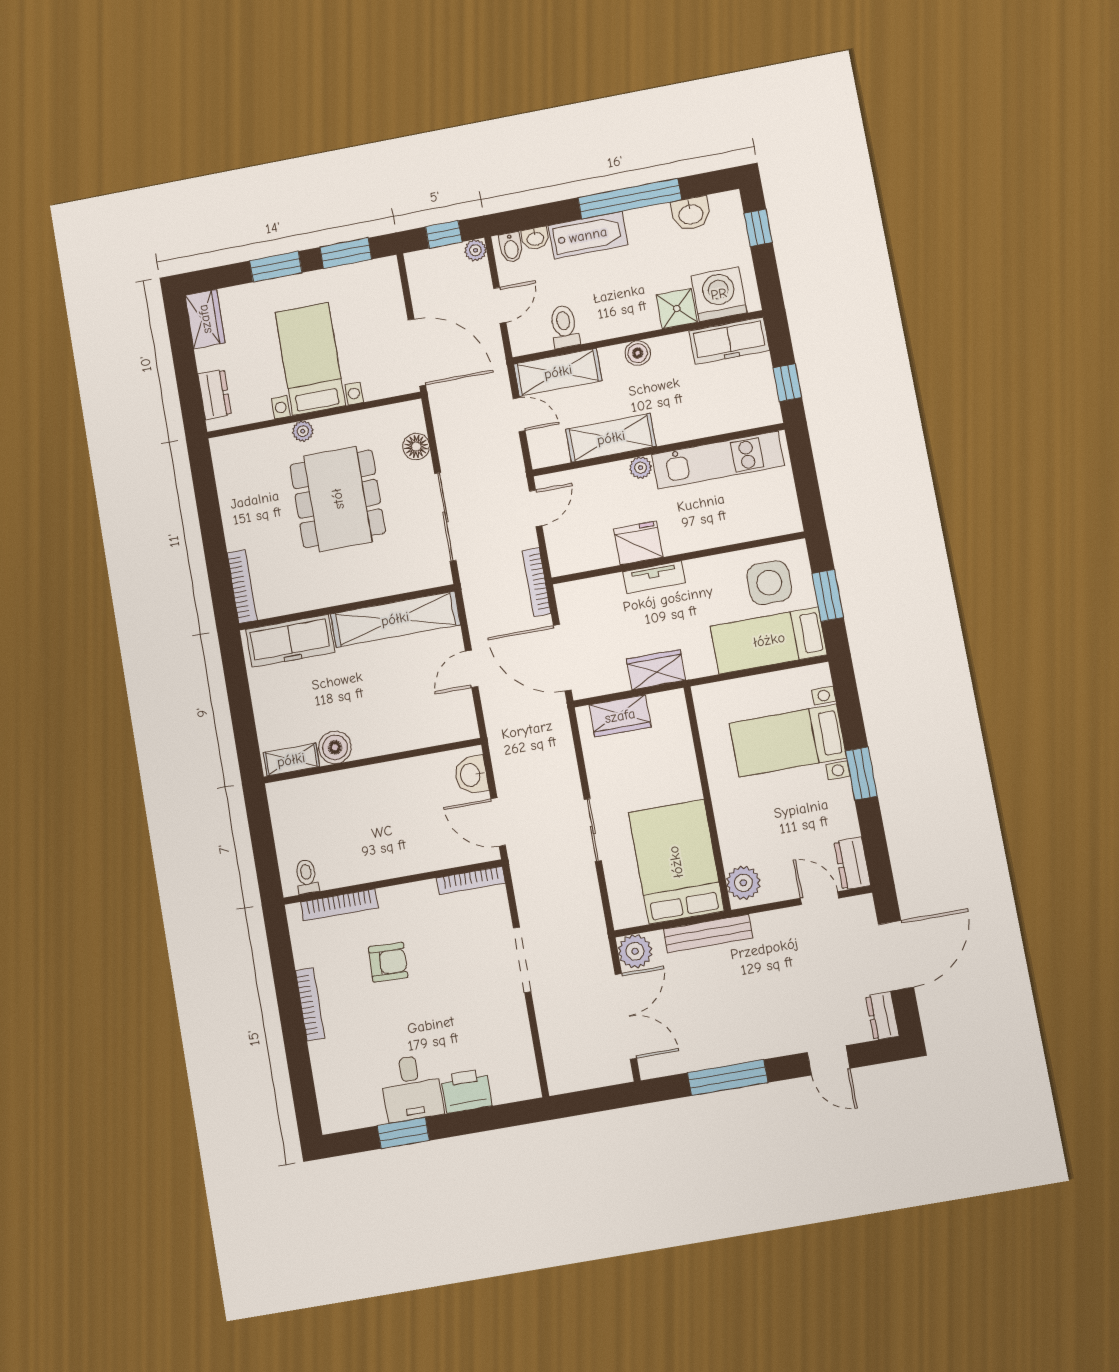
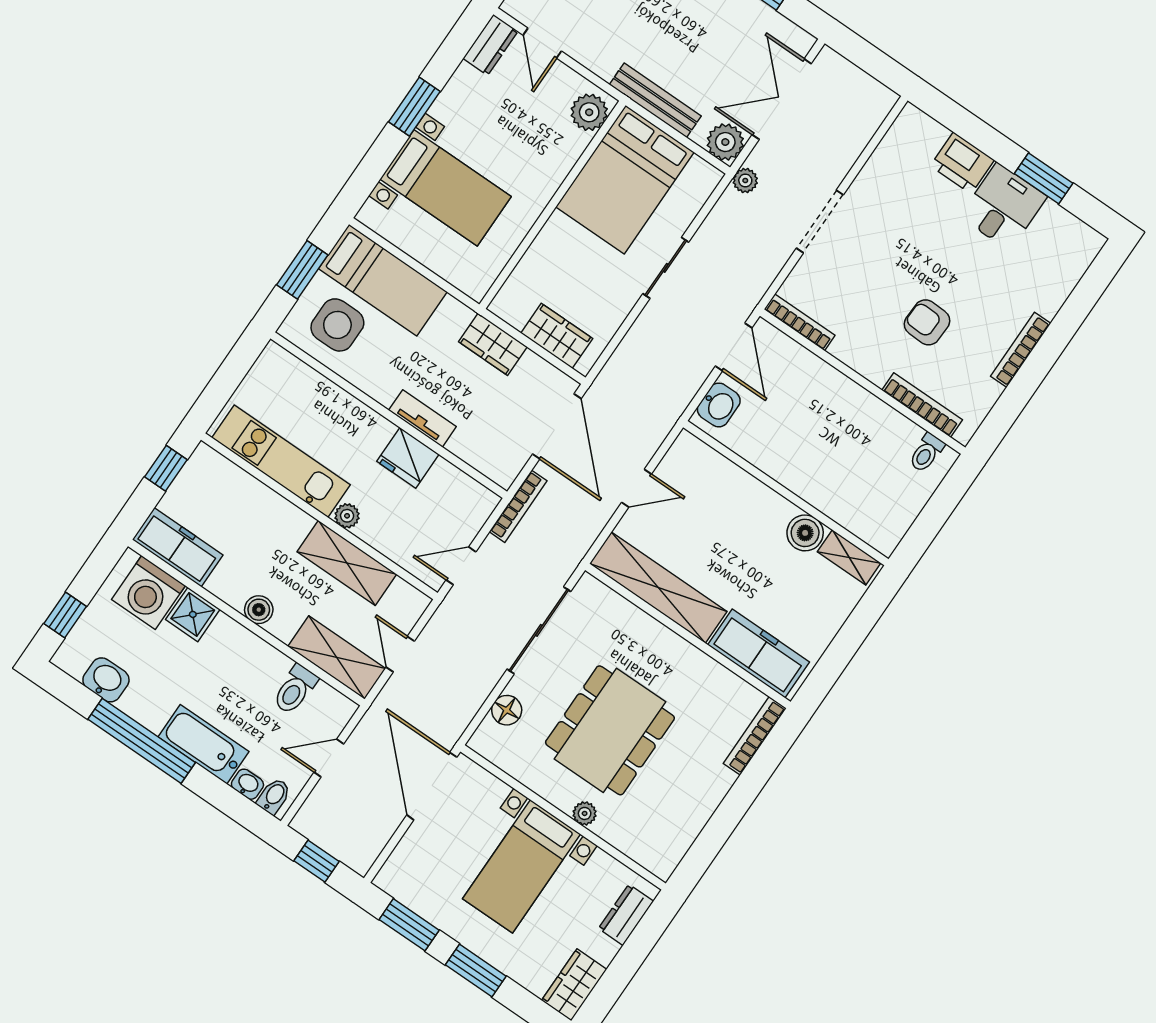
plant: (475, 250) -> (745, 180), moved

